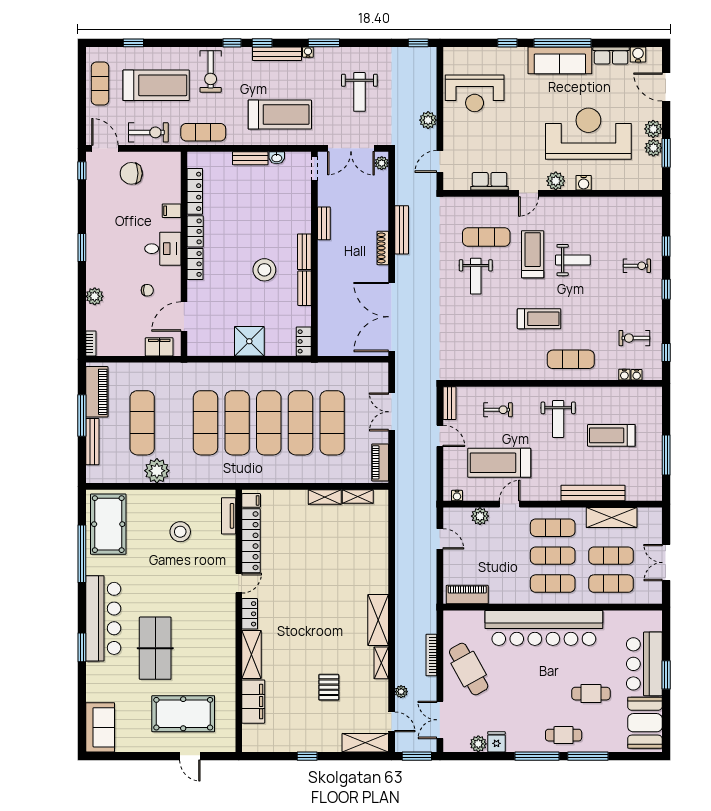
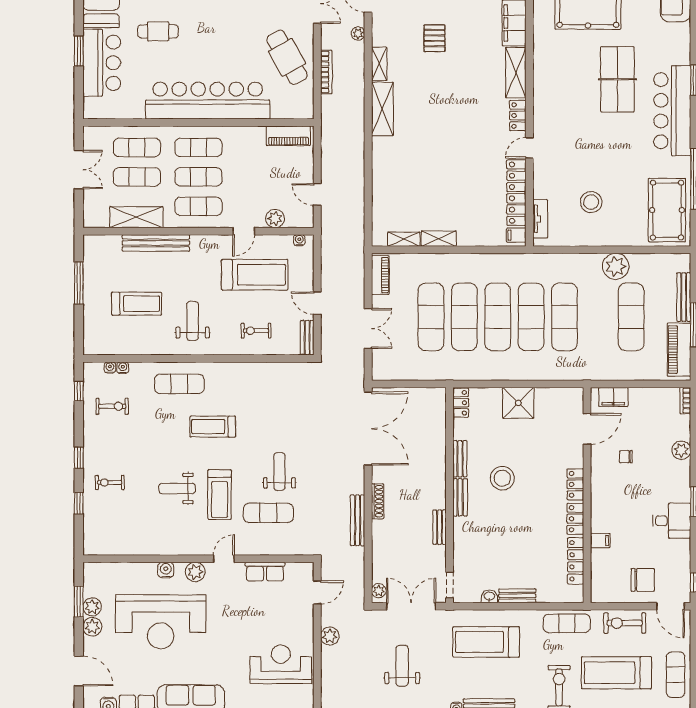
desk: (163, 249) -> (672, 521), moved, turned 180

